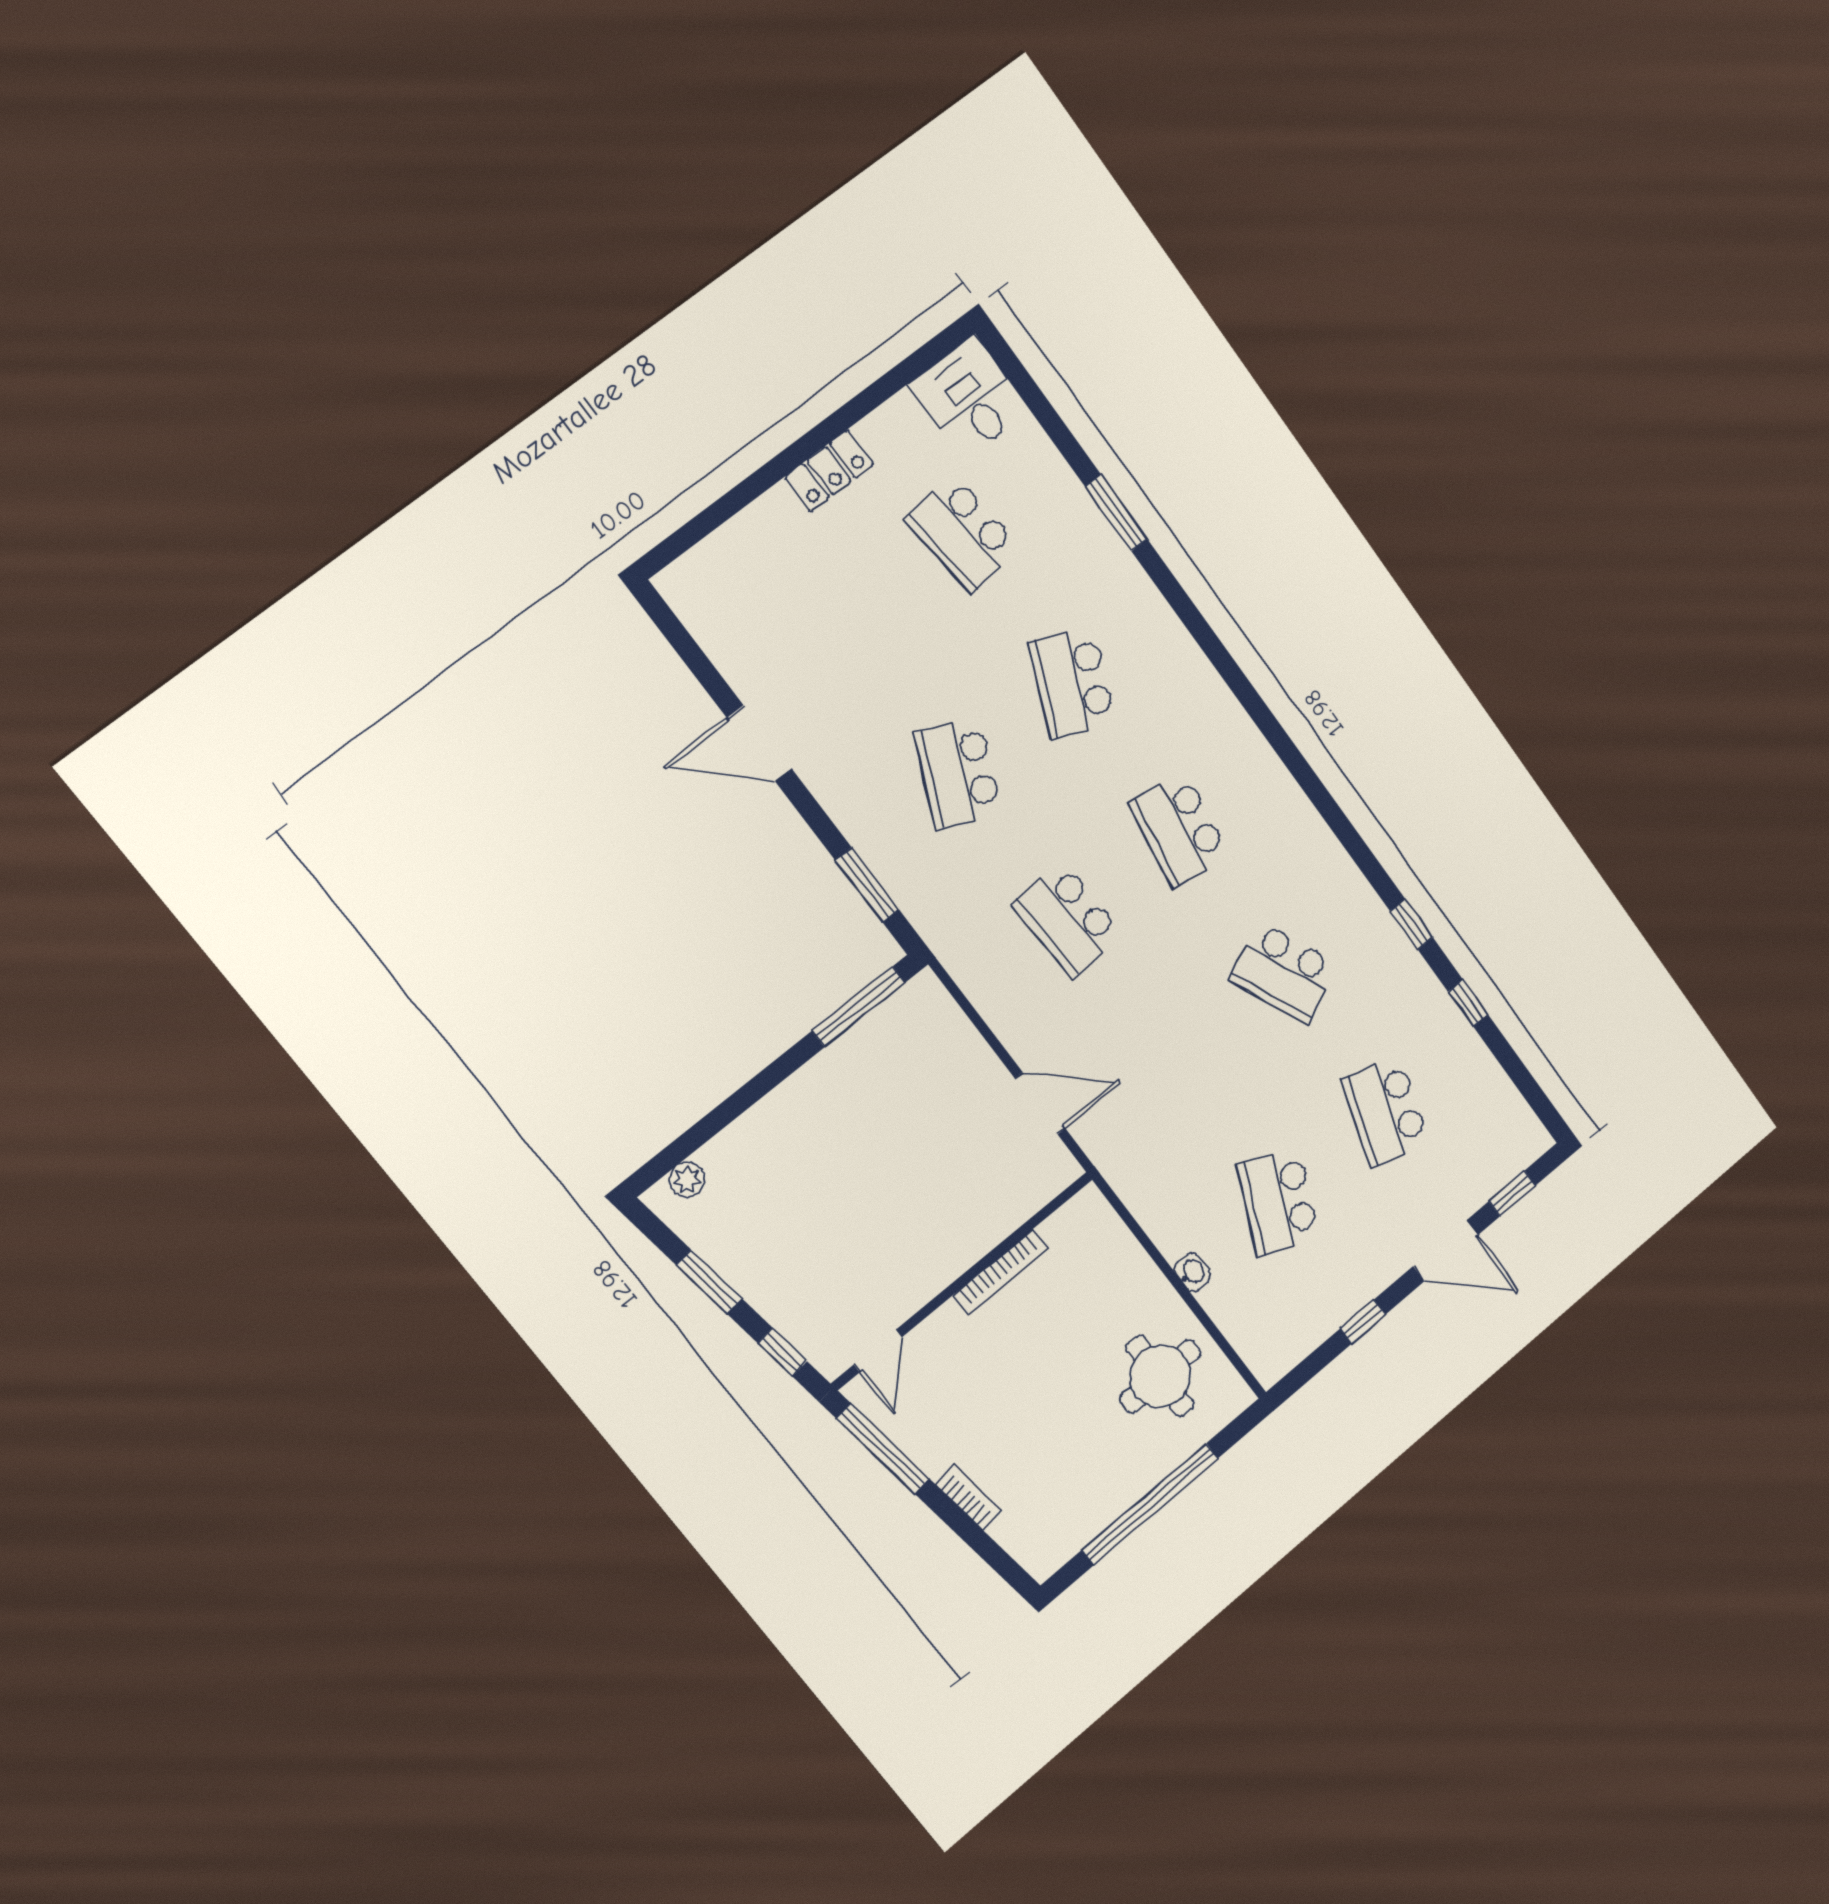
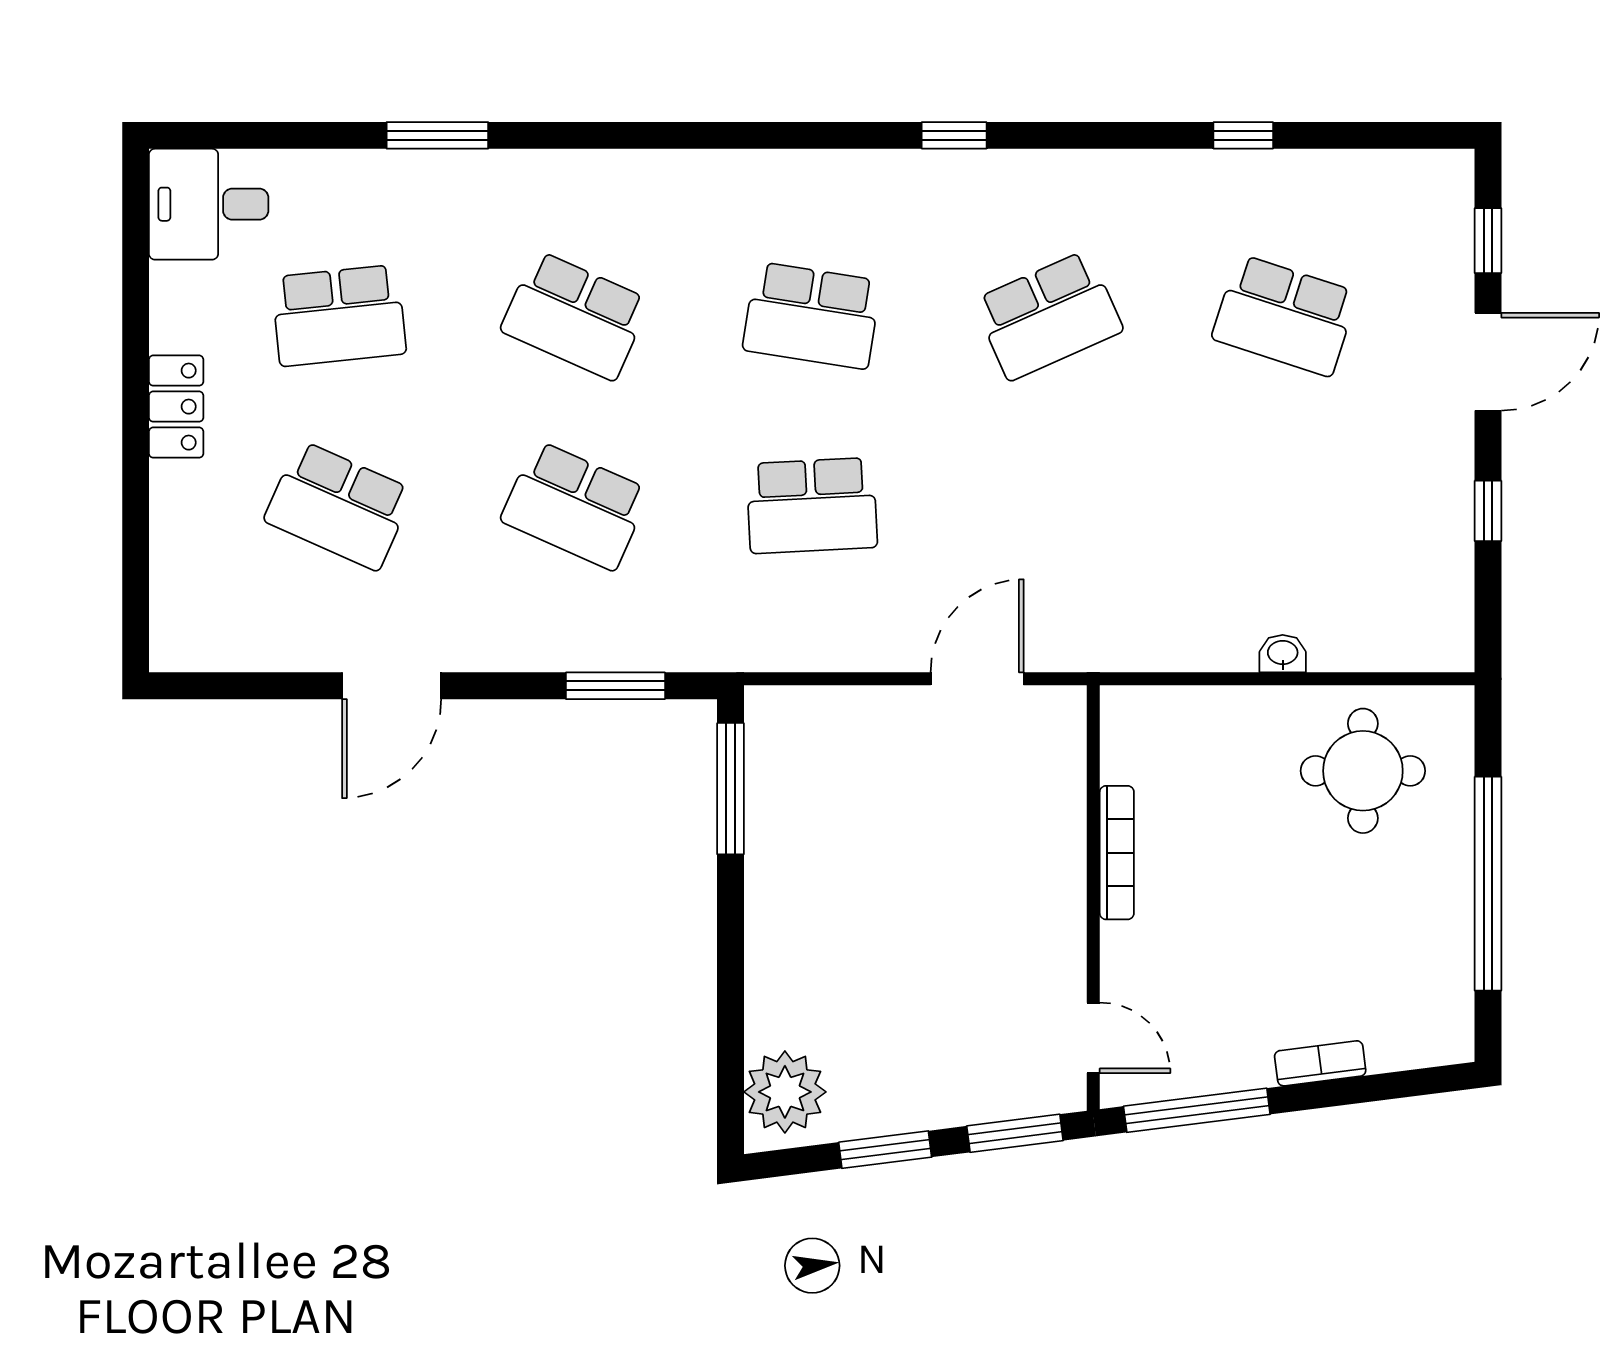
window: (1411, 924) -> (954, 135), moved
plant: (687, 1179) -> (785, 1092), width x1.87, depth x1.87
school desk: (1278, 1202) -> (339, 506), moved
window: (782, 1352) -> (1015, 1133), width x1.50

